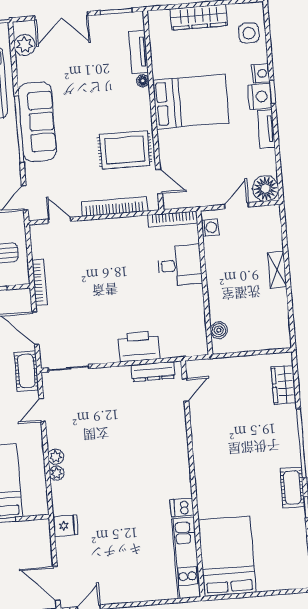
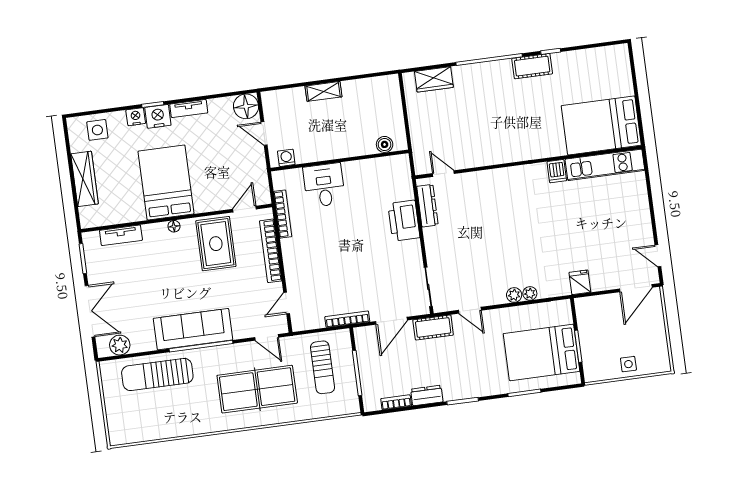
floor lamp: (143, 81) -> (174, 226), moved
bookcase: (173, 219) -> (283, 214), moved

